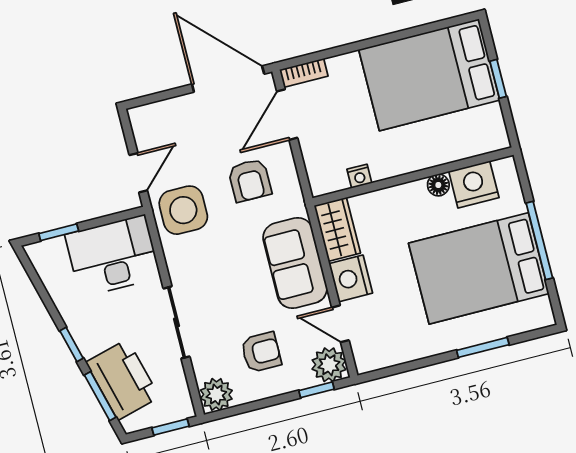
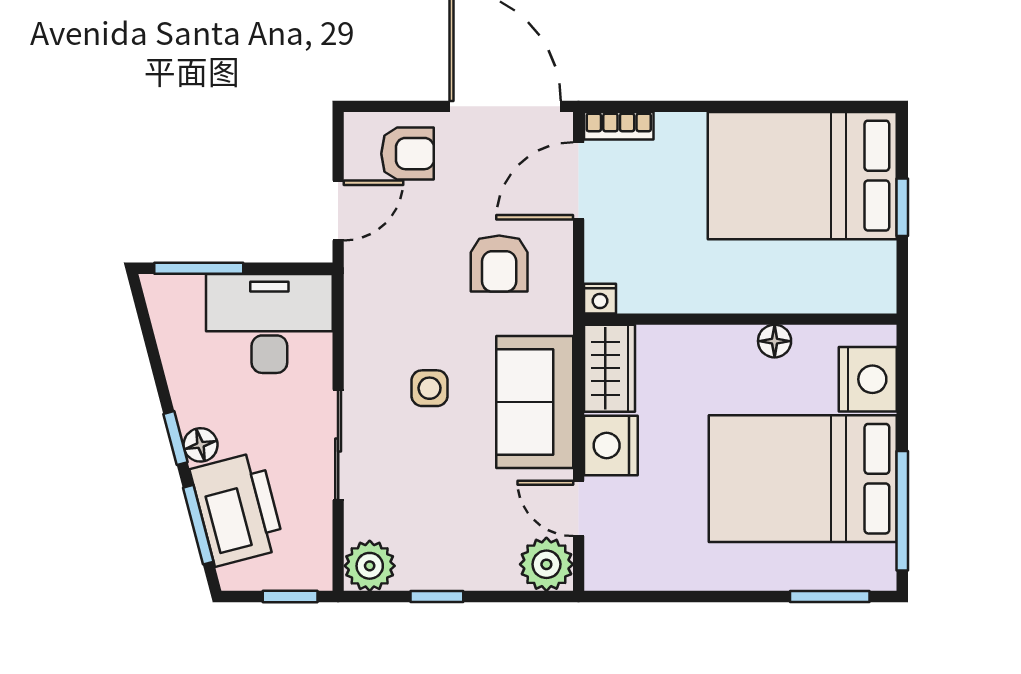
nightstand: (359, 176) -> (600, 299), moved
nightstand: (474, 184) -> (868, 379), moved, turned 90
side table: (183, 210) -> (430, 388), moved, width x0.54, depth x0.54
window: (59, 232) -> (199, 268), width x1.50
window: (539, 240) -> (902, 511), moved
floor lamp: (89, 345) -> (201, 445), added
window: (483, 347) -> (830, 596), moved
armchair: (261, 352) -> (408, 154), moved
window: (317, 390) -> (437, 596), moved

